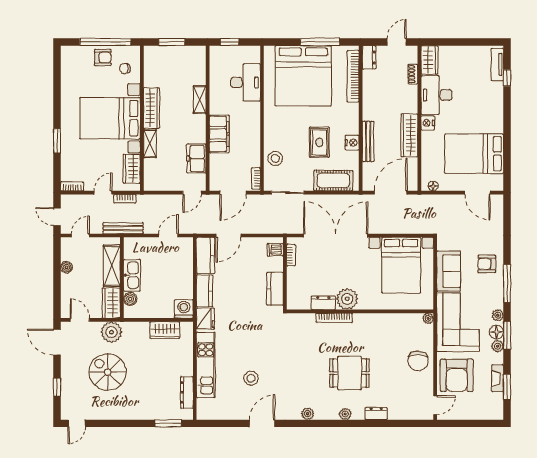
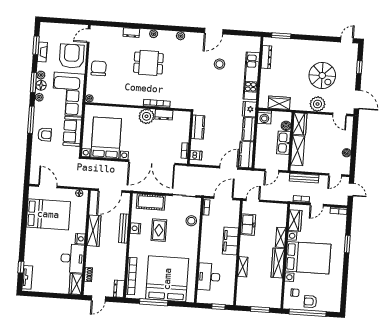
shelving: (112, 266) -> (298, 151), moved
kitchen sink: (132, 275) -> (284, 143), moved
wall: (122, 278) -> (291, 141), moved
boiler: (130, 299) -> (286, 126), moved
wardrobe: (111, 303) -> (300, 124), moved

